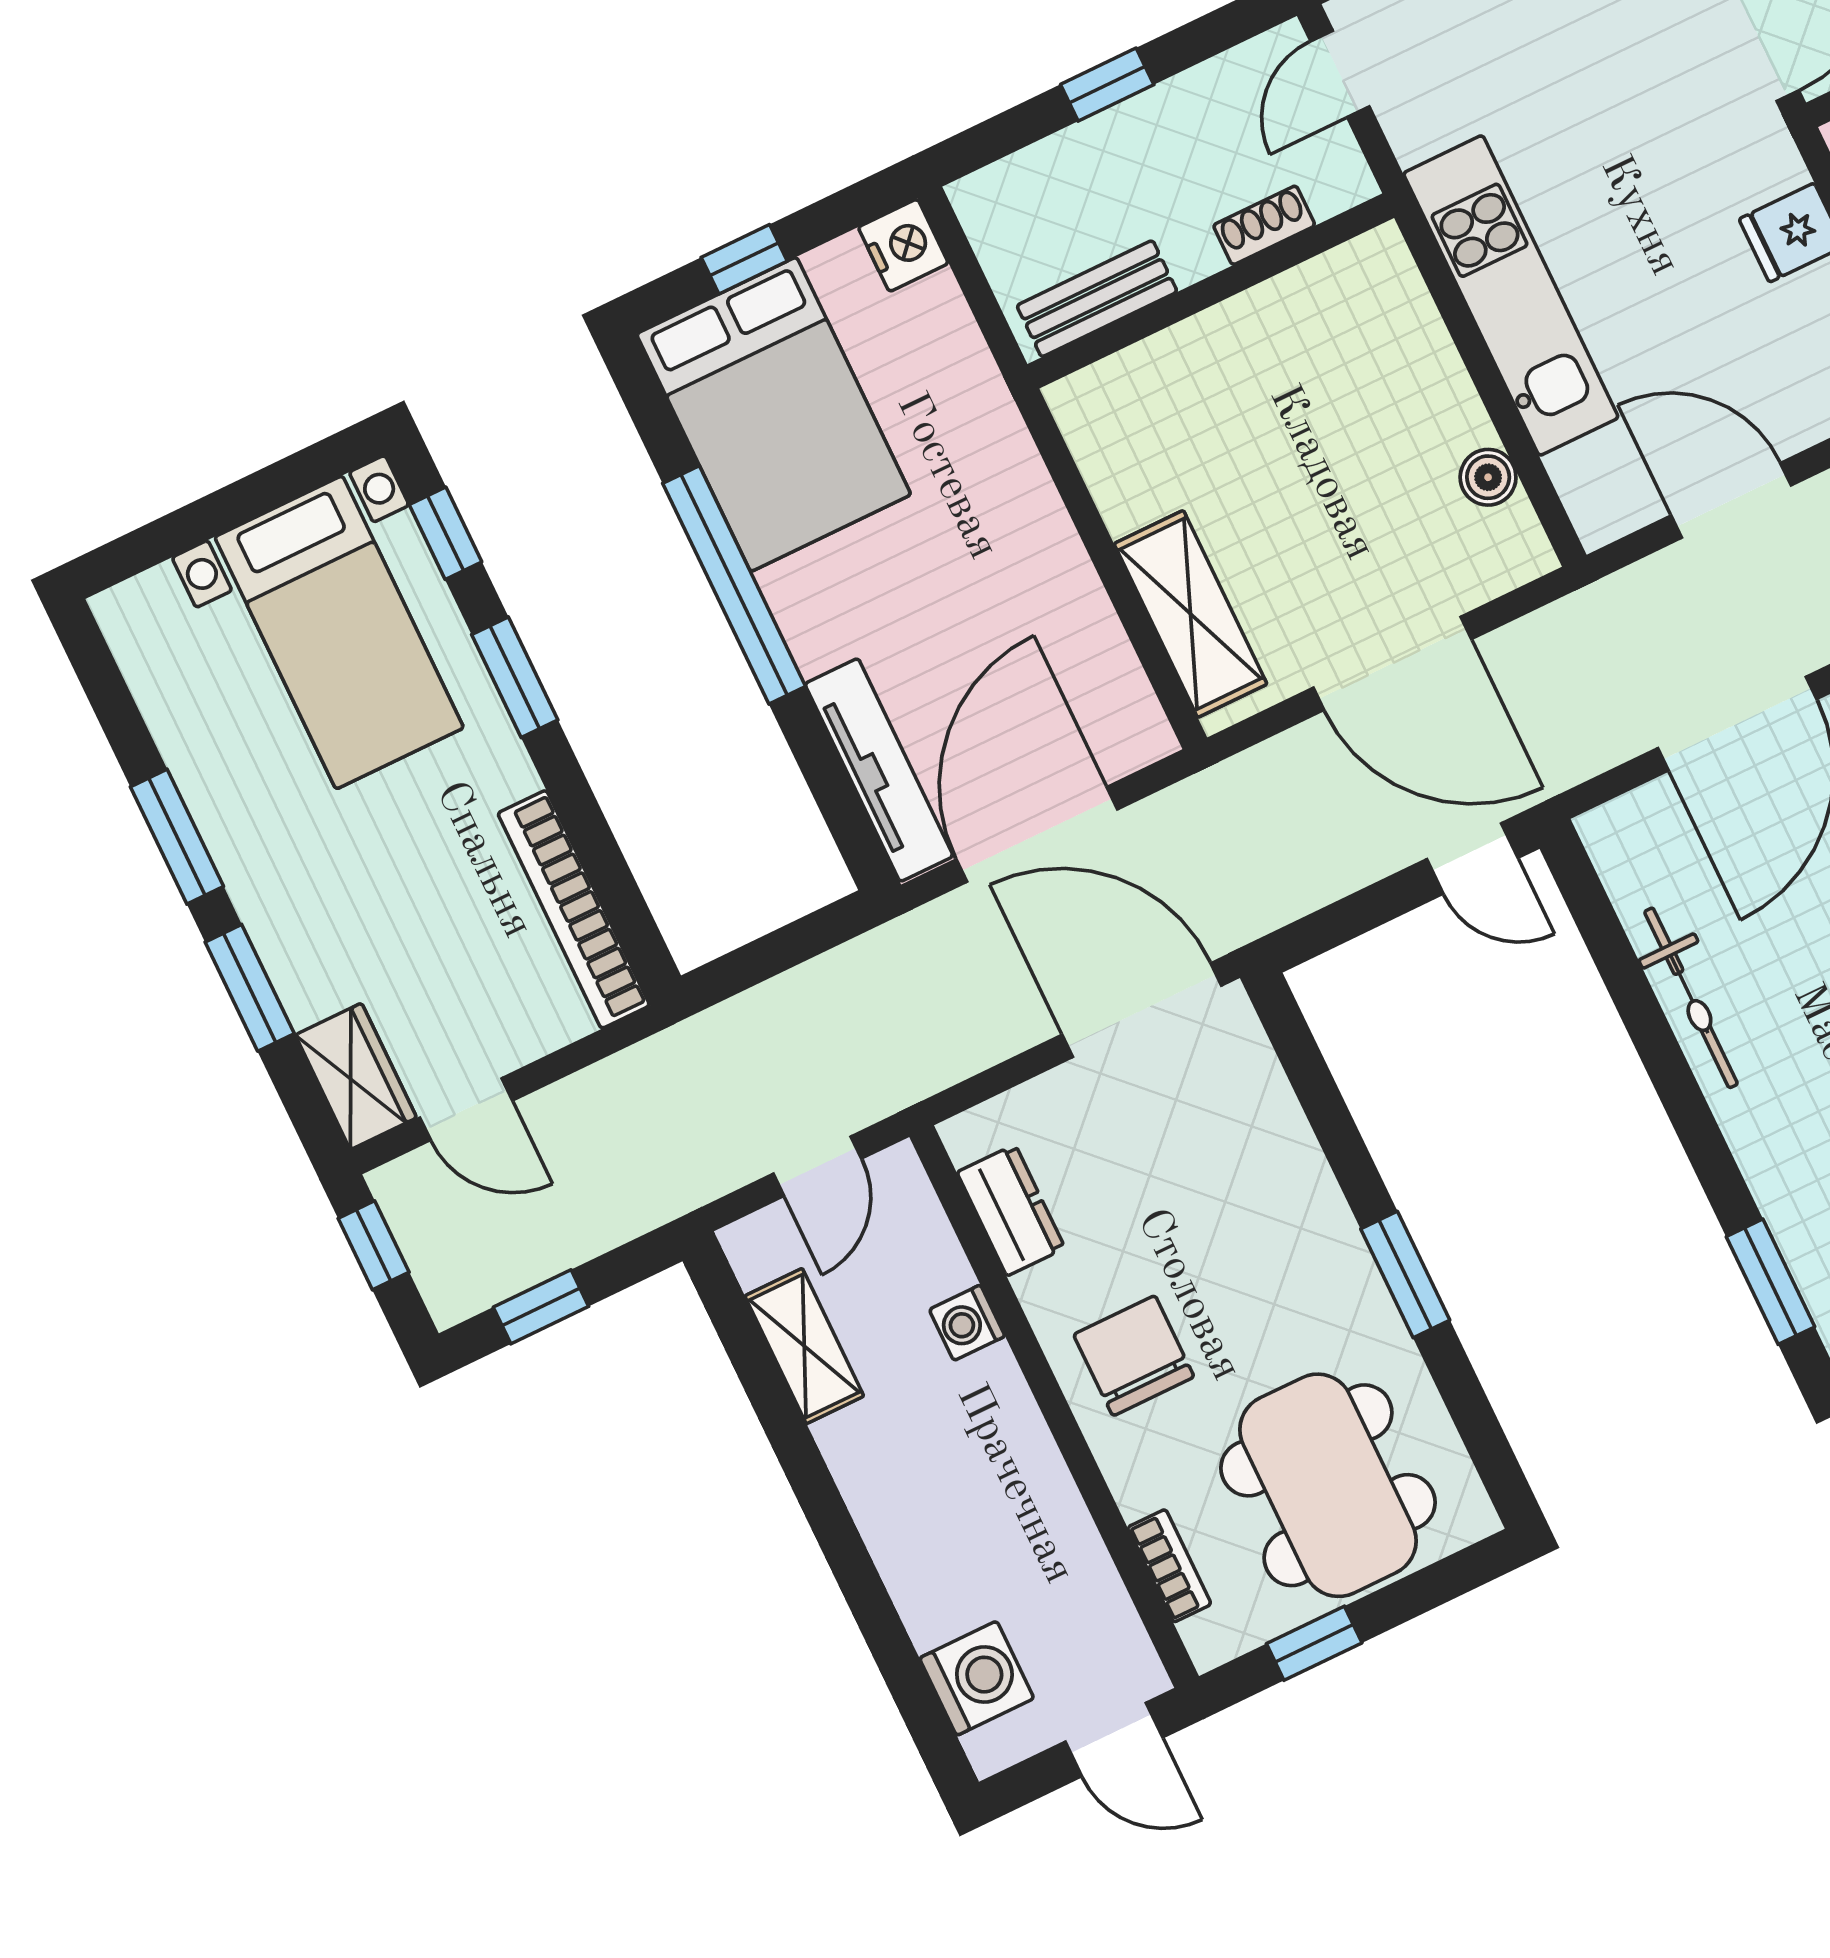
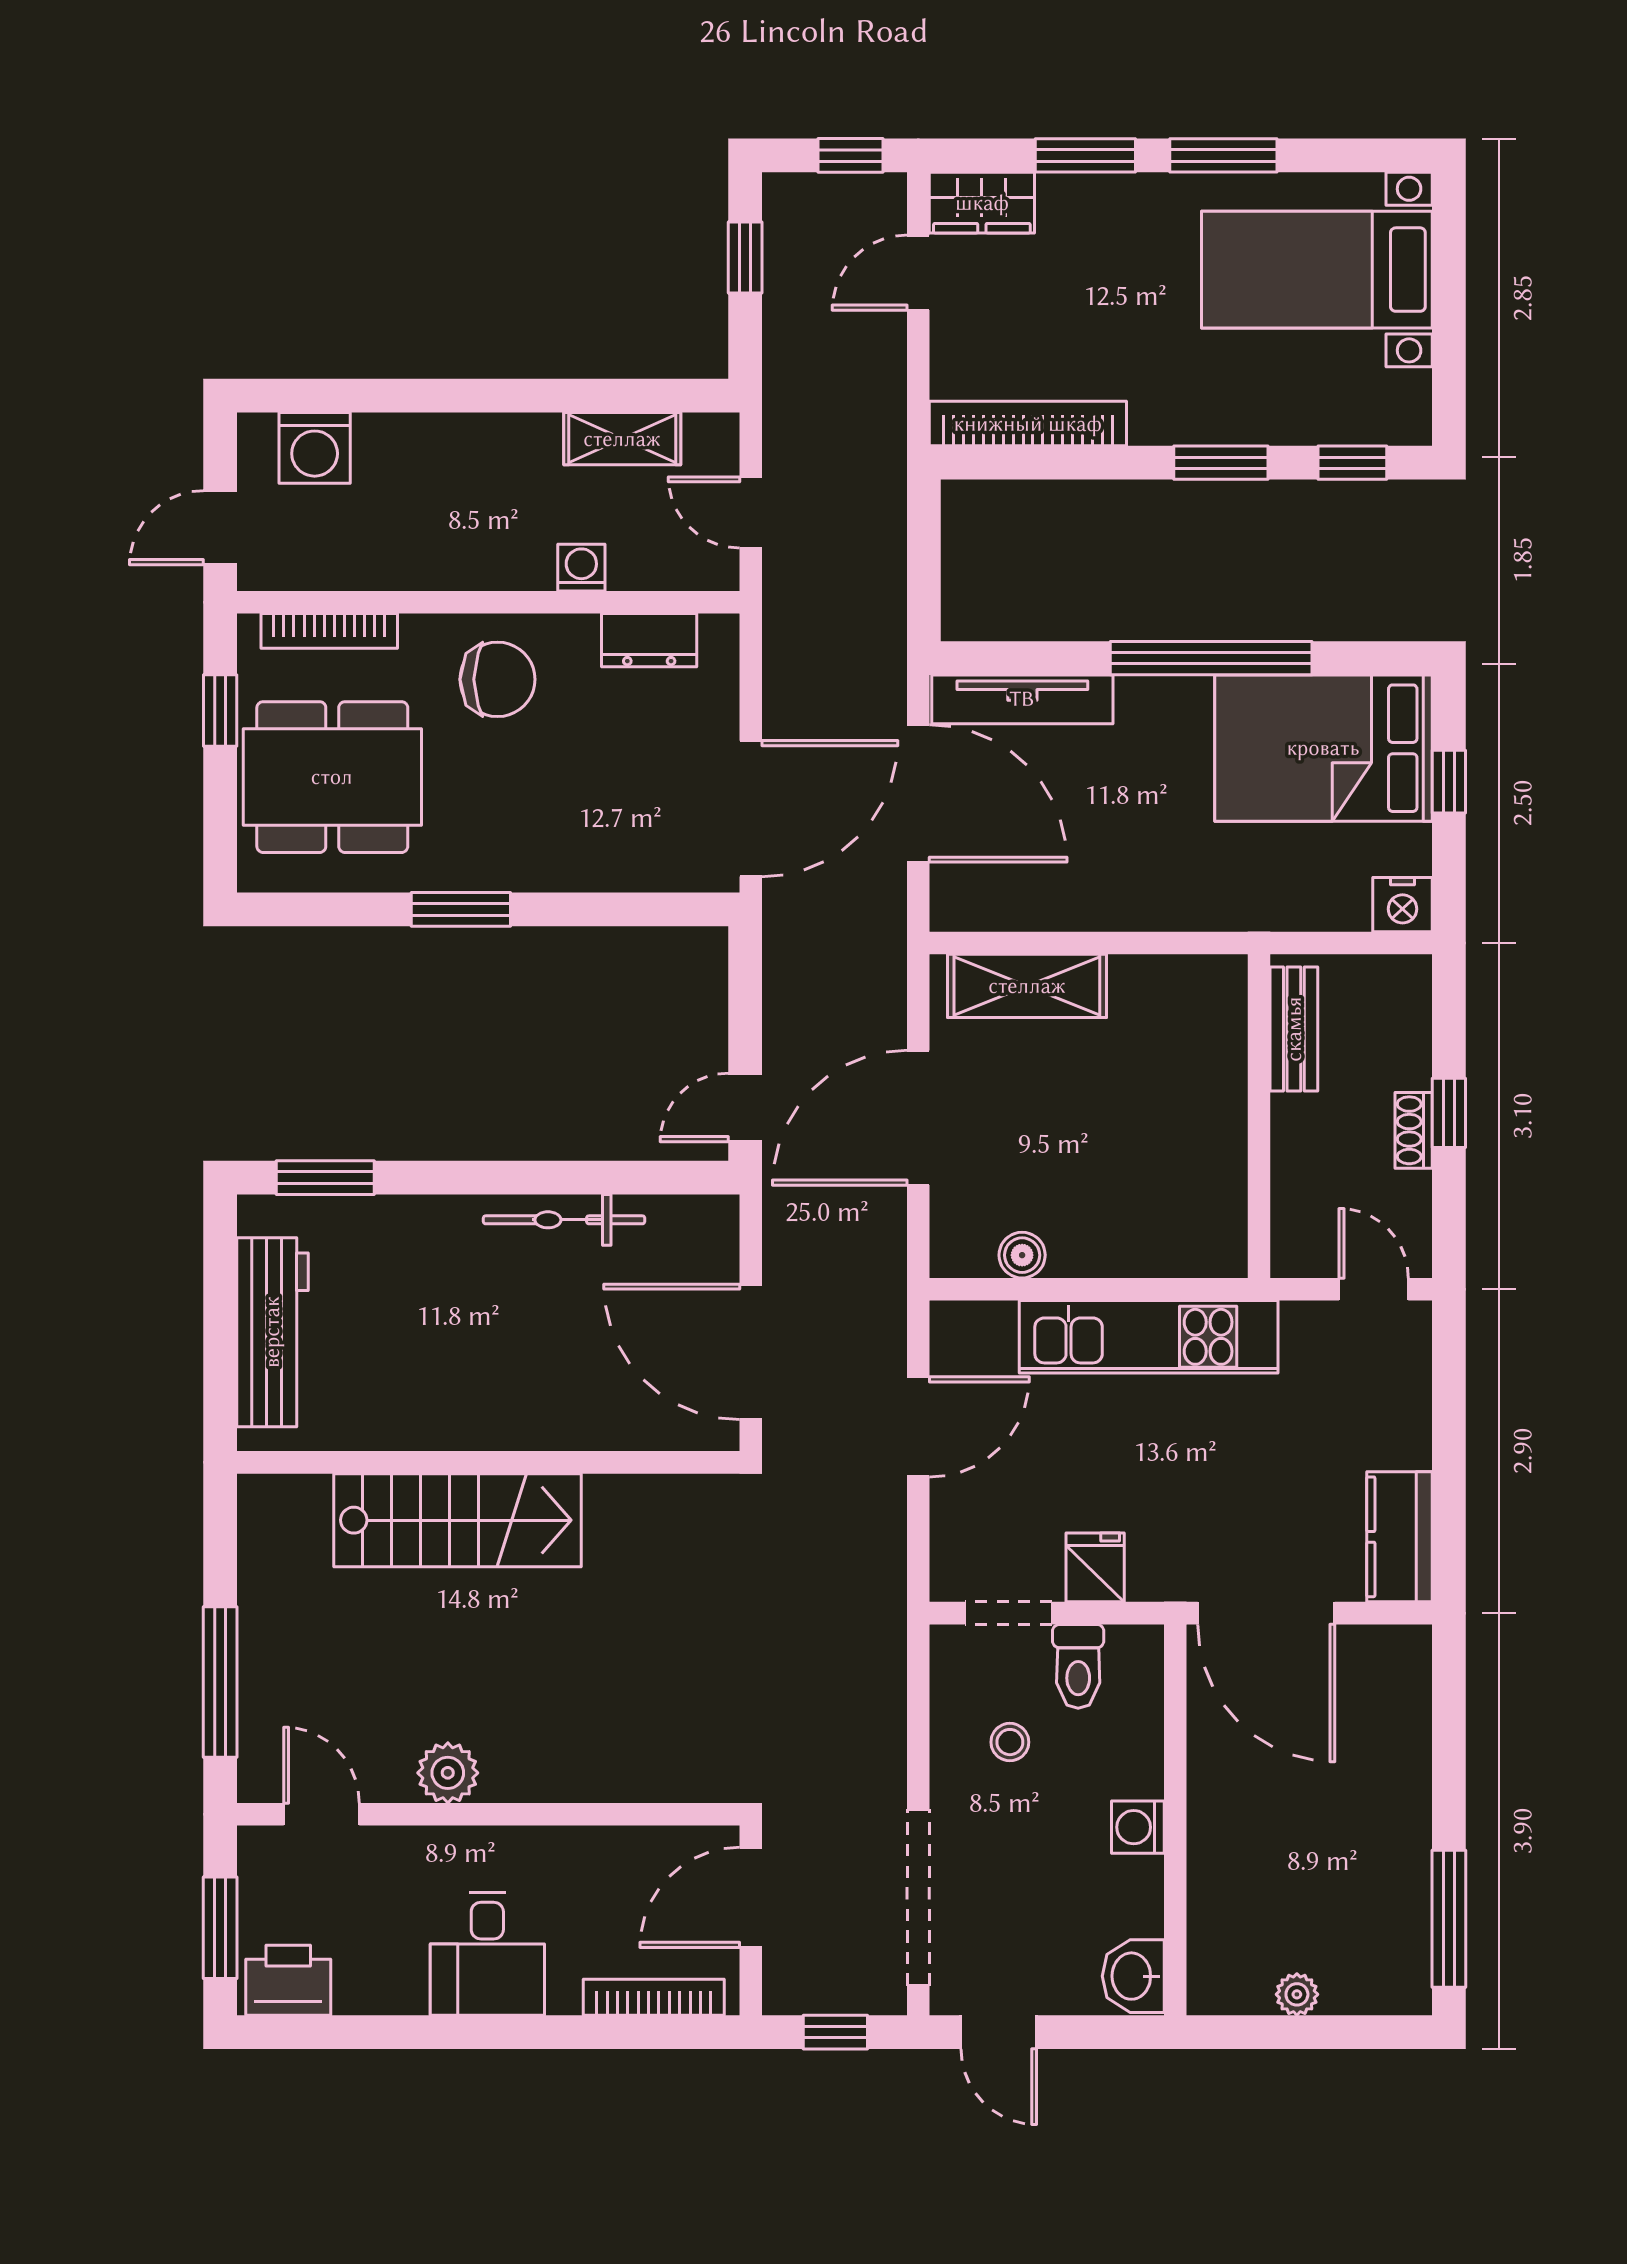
shoe rack: (1264, 225) -> (1414, 1130), moved, turned 180
bed with nightstands: (339, 632) -> (1317, 270), moved
bookcase: (1169, 1566) -> (329, 631), width x1.56

